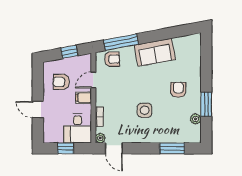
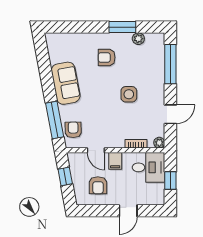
door: (114, 148) -> (170, 114), moved
window: (172, 148) -> (170, 64), width x1.44

